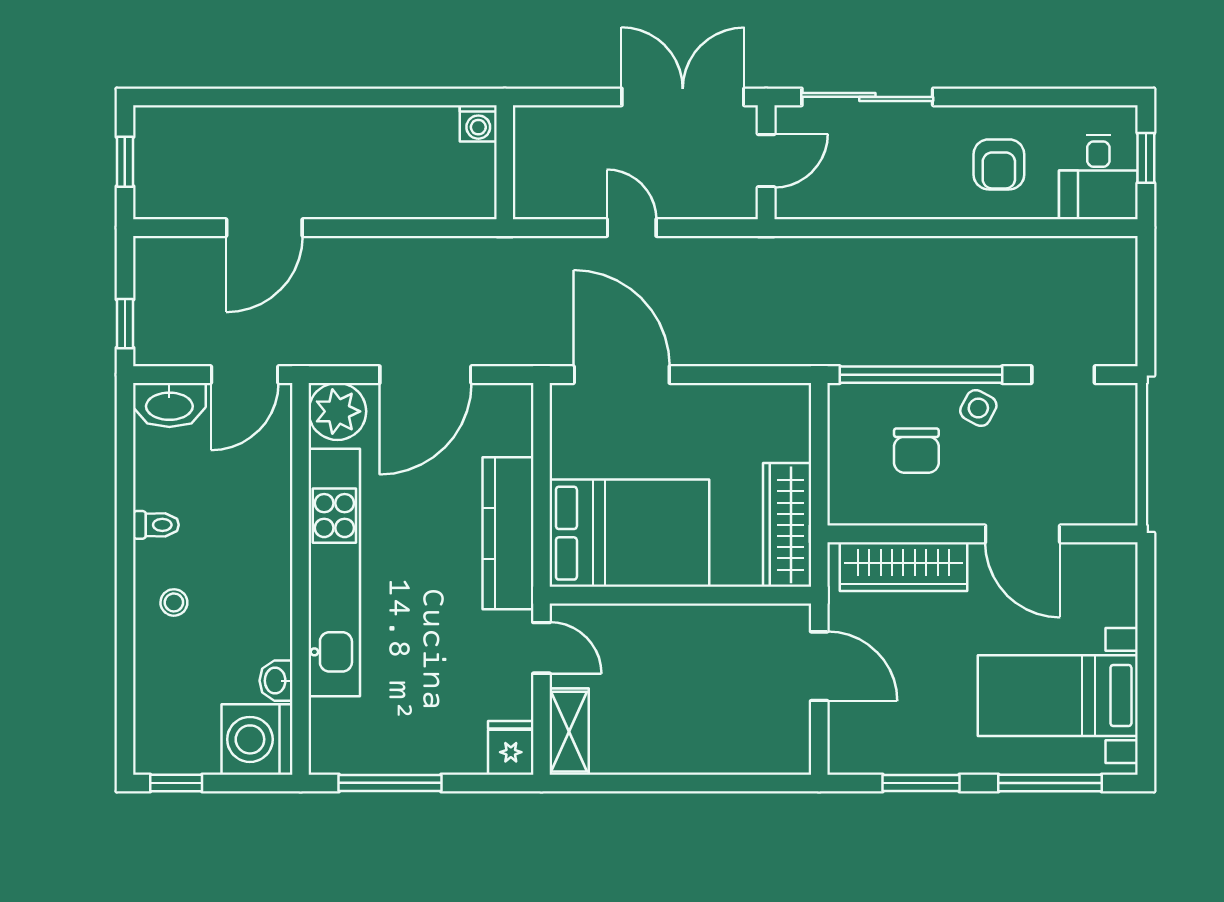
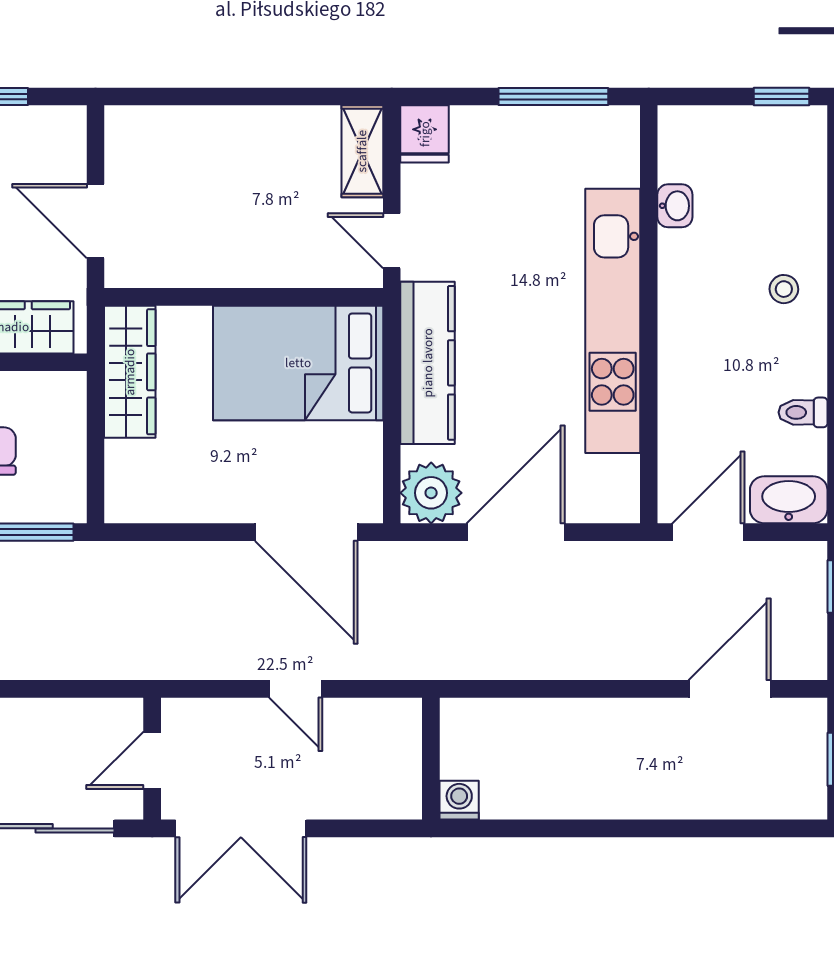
door: (264, 228) -> (730, 689), moved
plant: (337, 411) -> (431, 493), moved
toilet: (156, 525) -> (803, 412), moved
washing machine: (257, 739) -> (695, 143), removed

